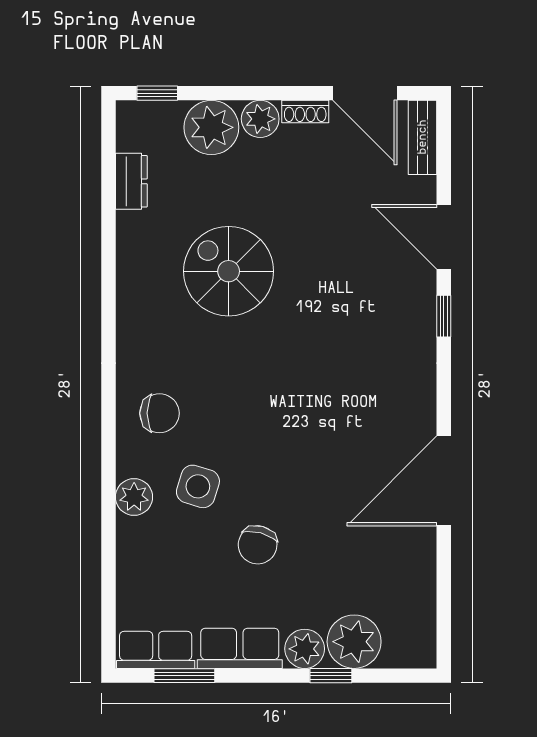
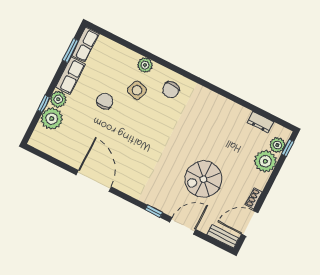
plant: (260, 119) -> (277, 145), moved
spiral stairs: (229, 271) -> (203, 179), moved, turned 180
chair: (258, 545) -> (105, 101), turned 68

